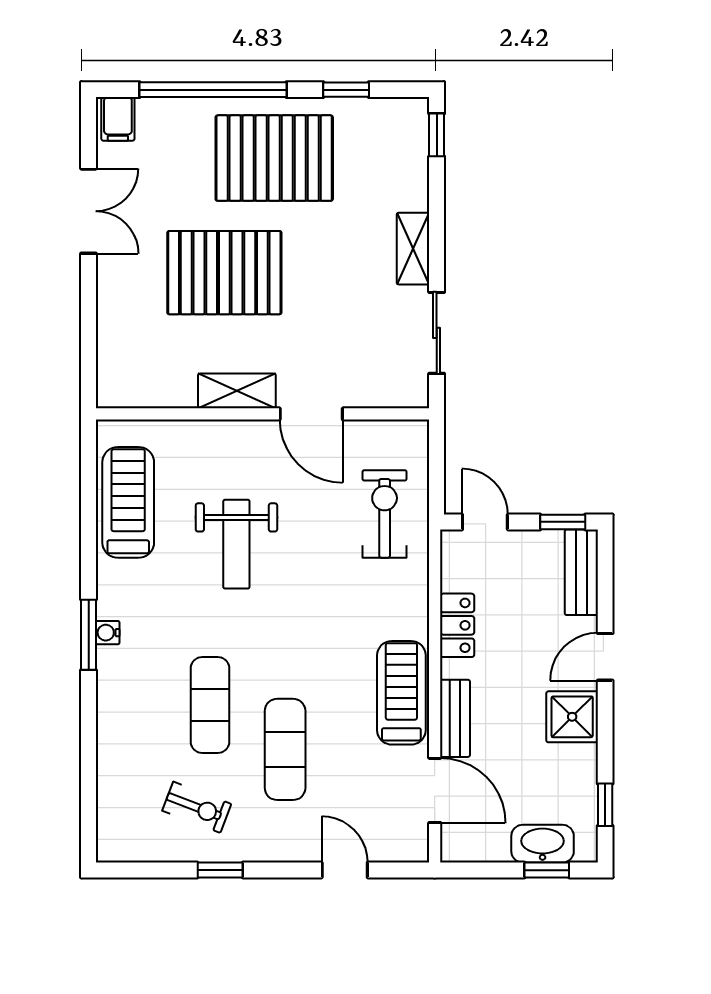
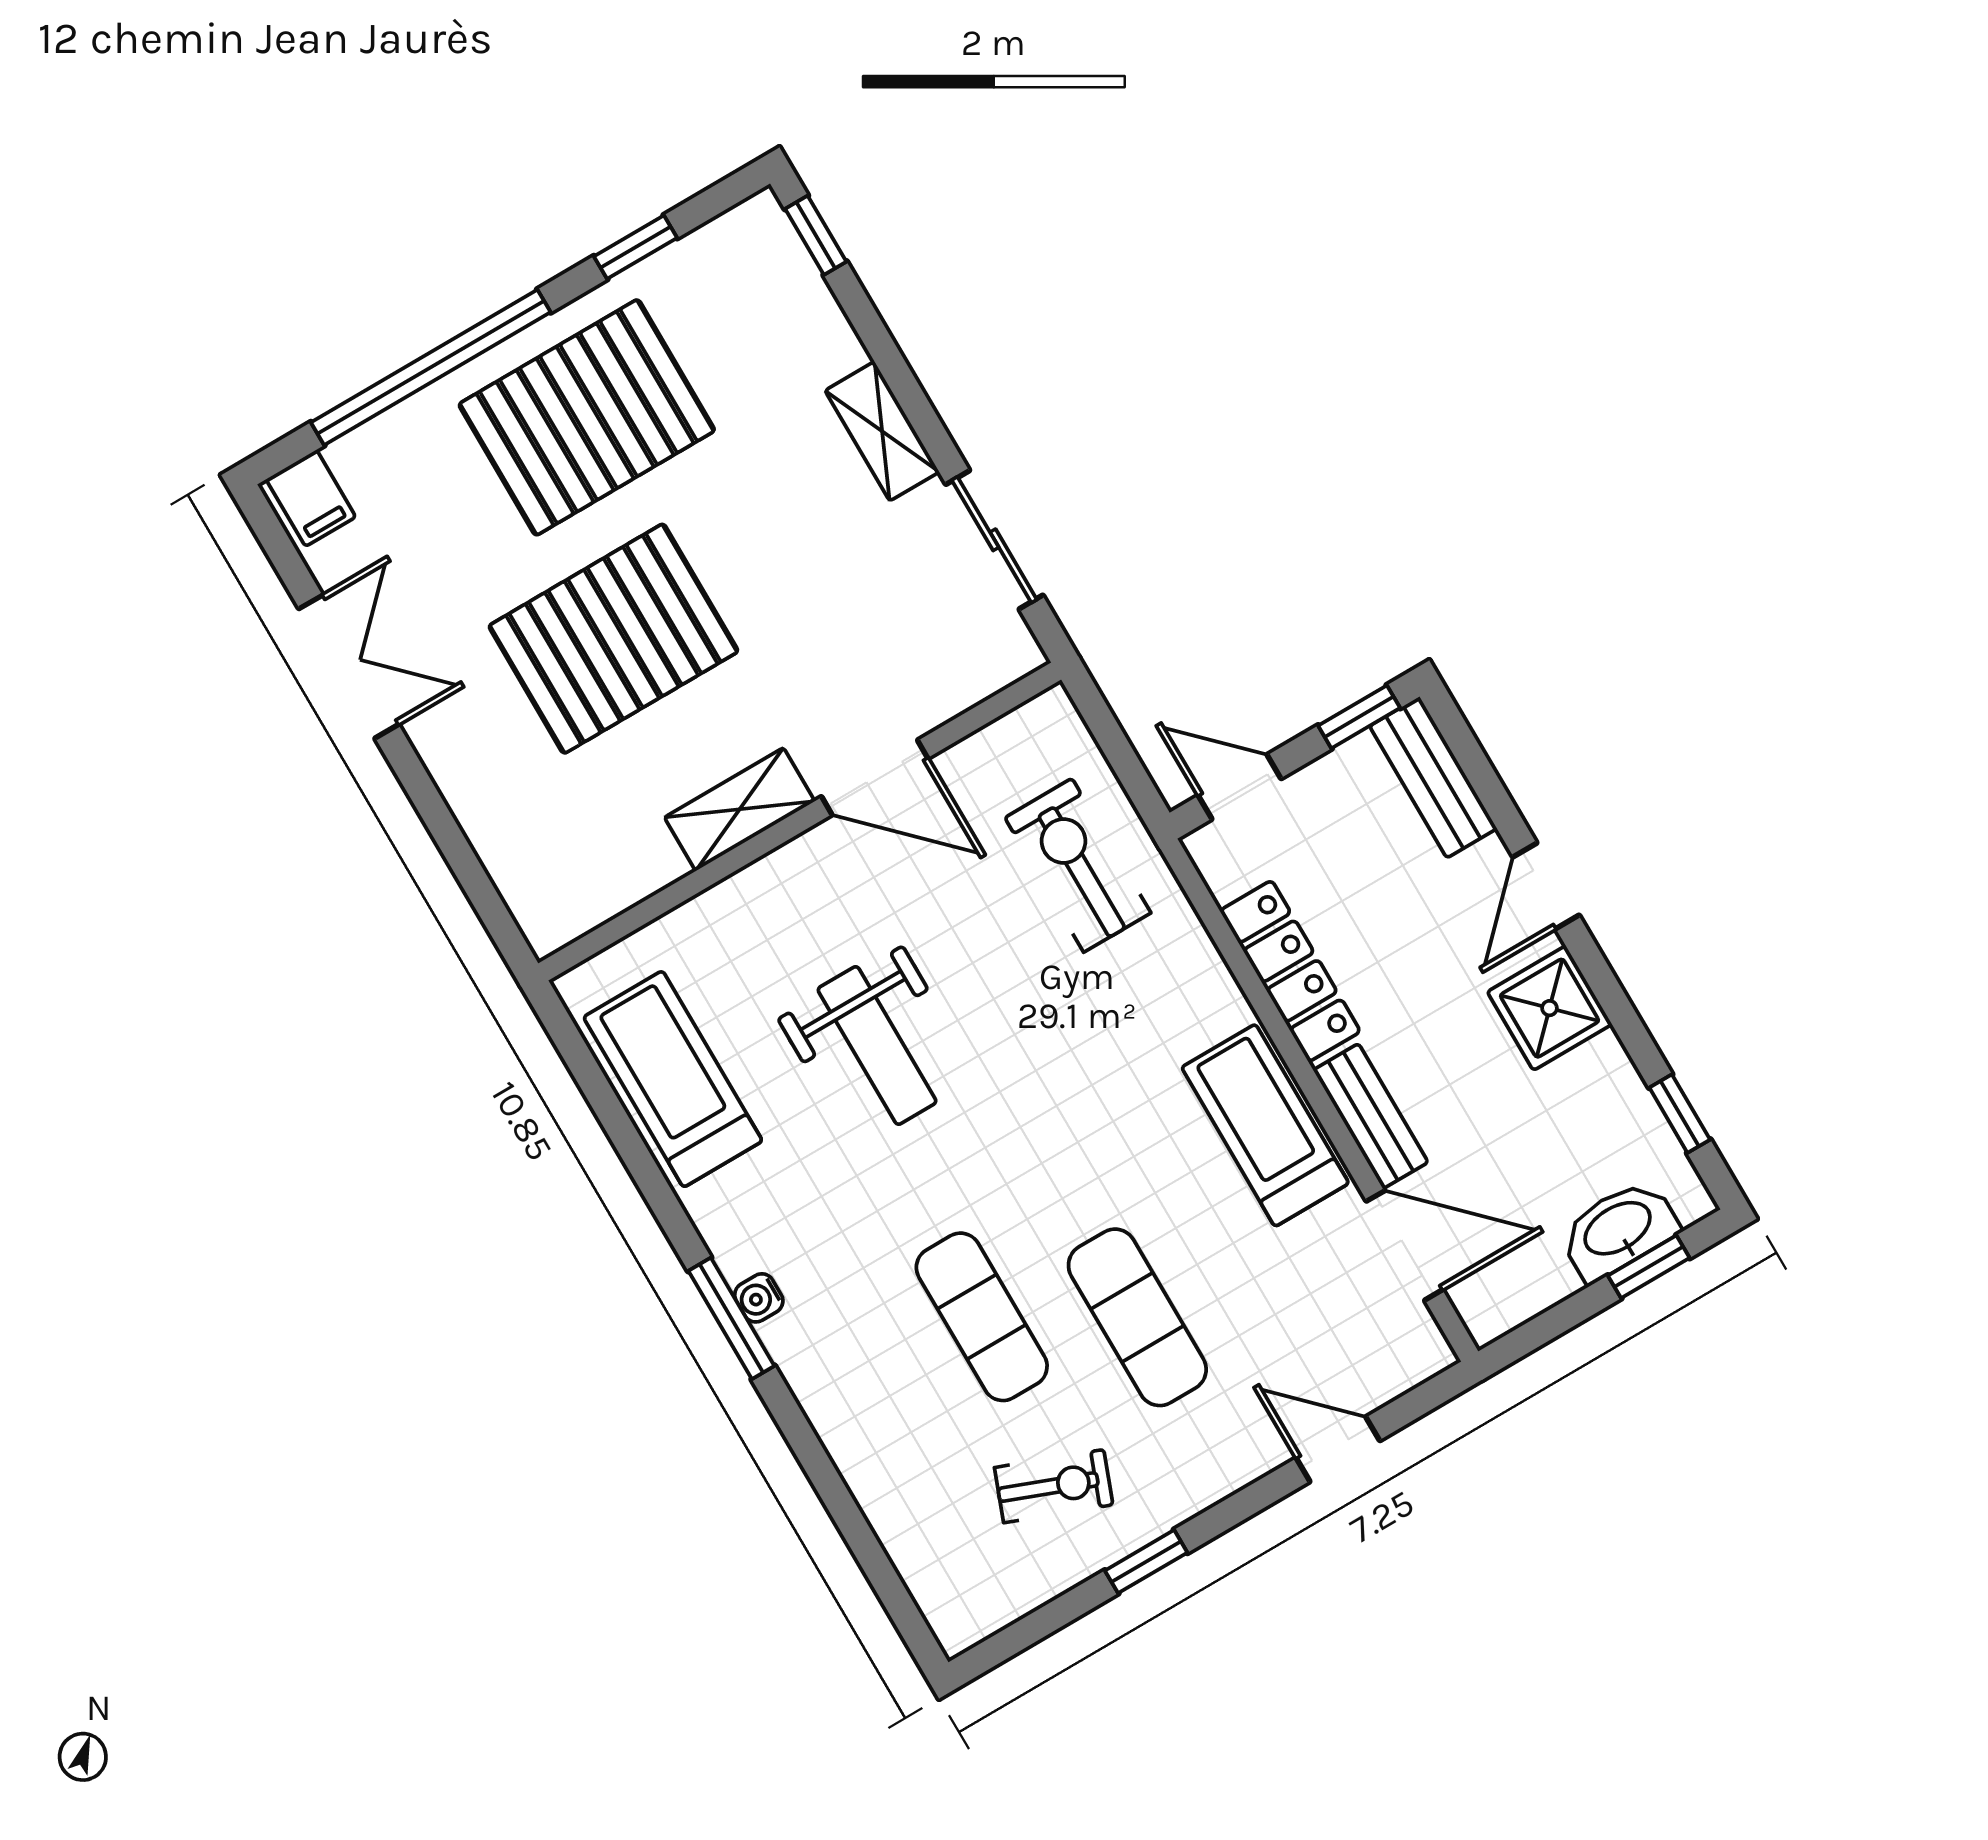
locker: (457, 625) -> (1290, 971), width x1.53

